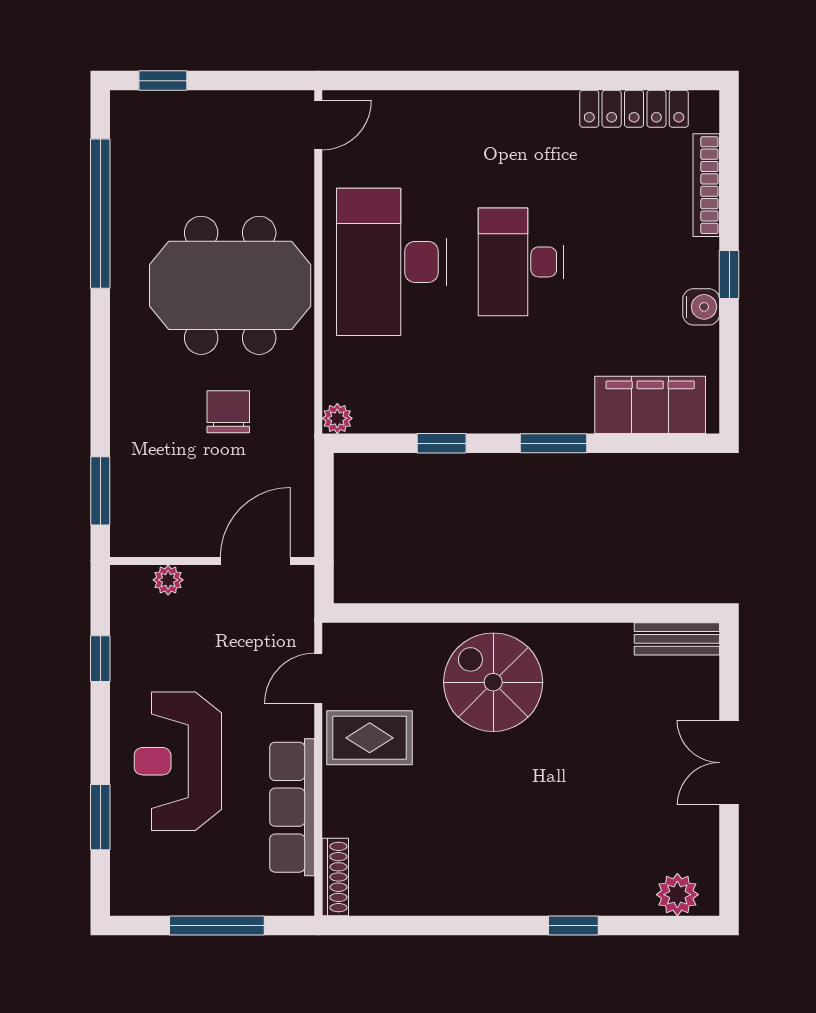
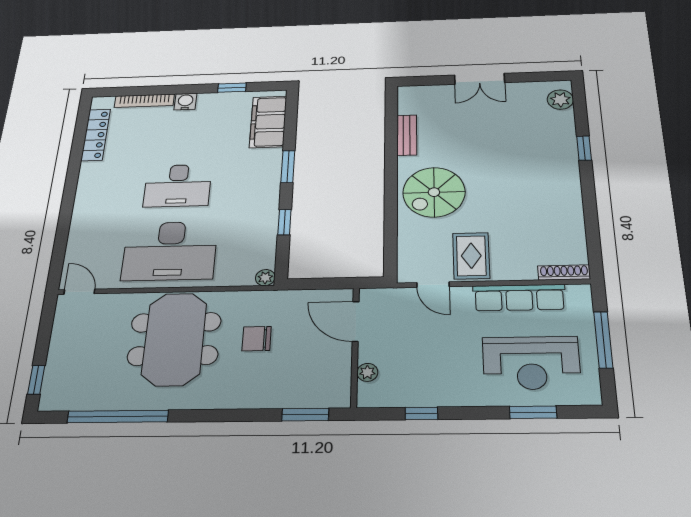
window: (729, 274) -> (232, 88), moved
water cooler: (701, 307) -> (185, 102), moved
bench: (677, 639) -> (407, 135), moved
reception desk: (178, 761) -> (531, 363), moved

